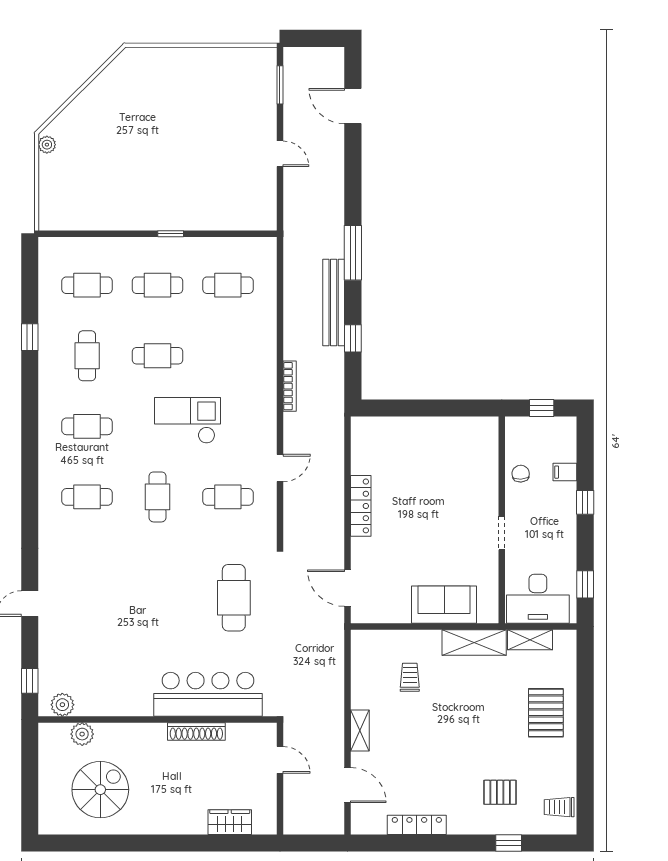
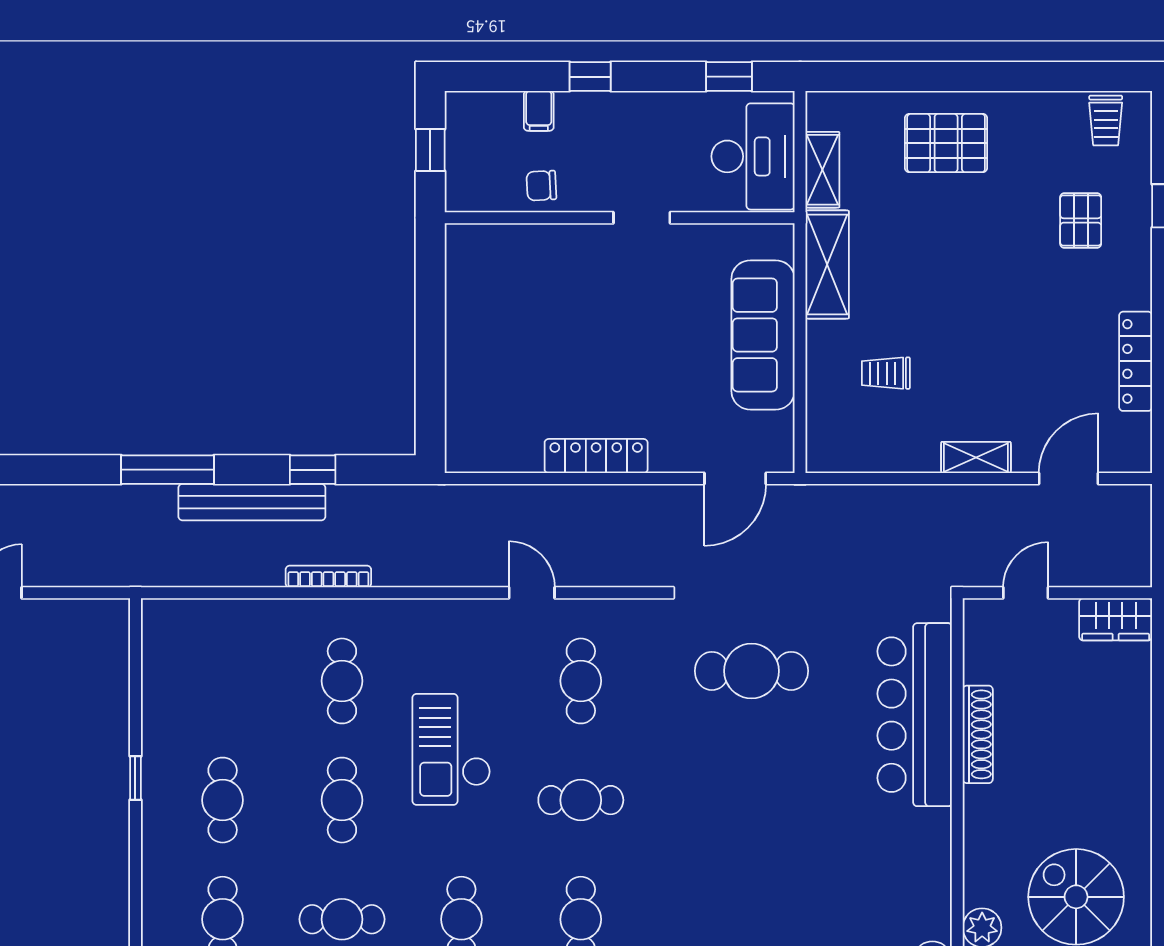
cafe table: (228, 285) -> (342, 681), moved
bookcase: (290, 386) -> (328, 577), moved
sofa: (444, 605) -> (763, 335), width x1.36
wardrobe: (230, 822) -> (1116, 619), moved, turned -90

